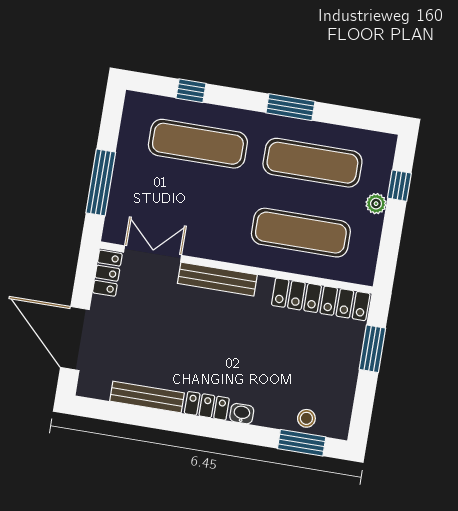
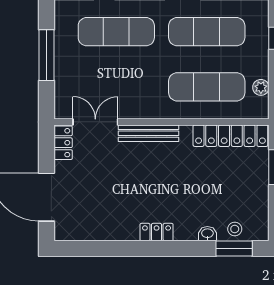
window: (101, 182) -> (47, 55), moved
plant: (376, 204) -> (261, 87), moved
bench: (147, 397) -> (109, 233), removed
washbasin: (242, 414) -> (207, 234), moved

